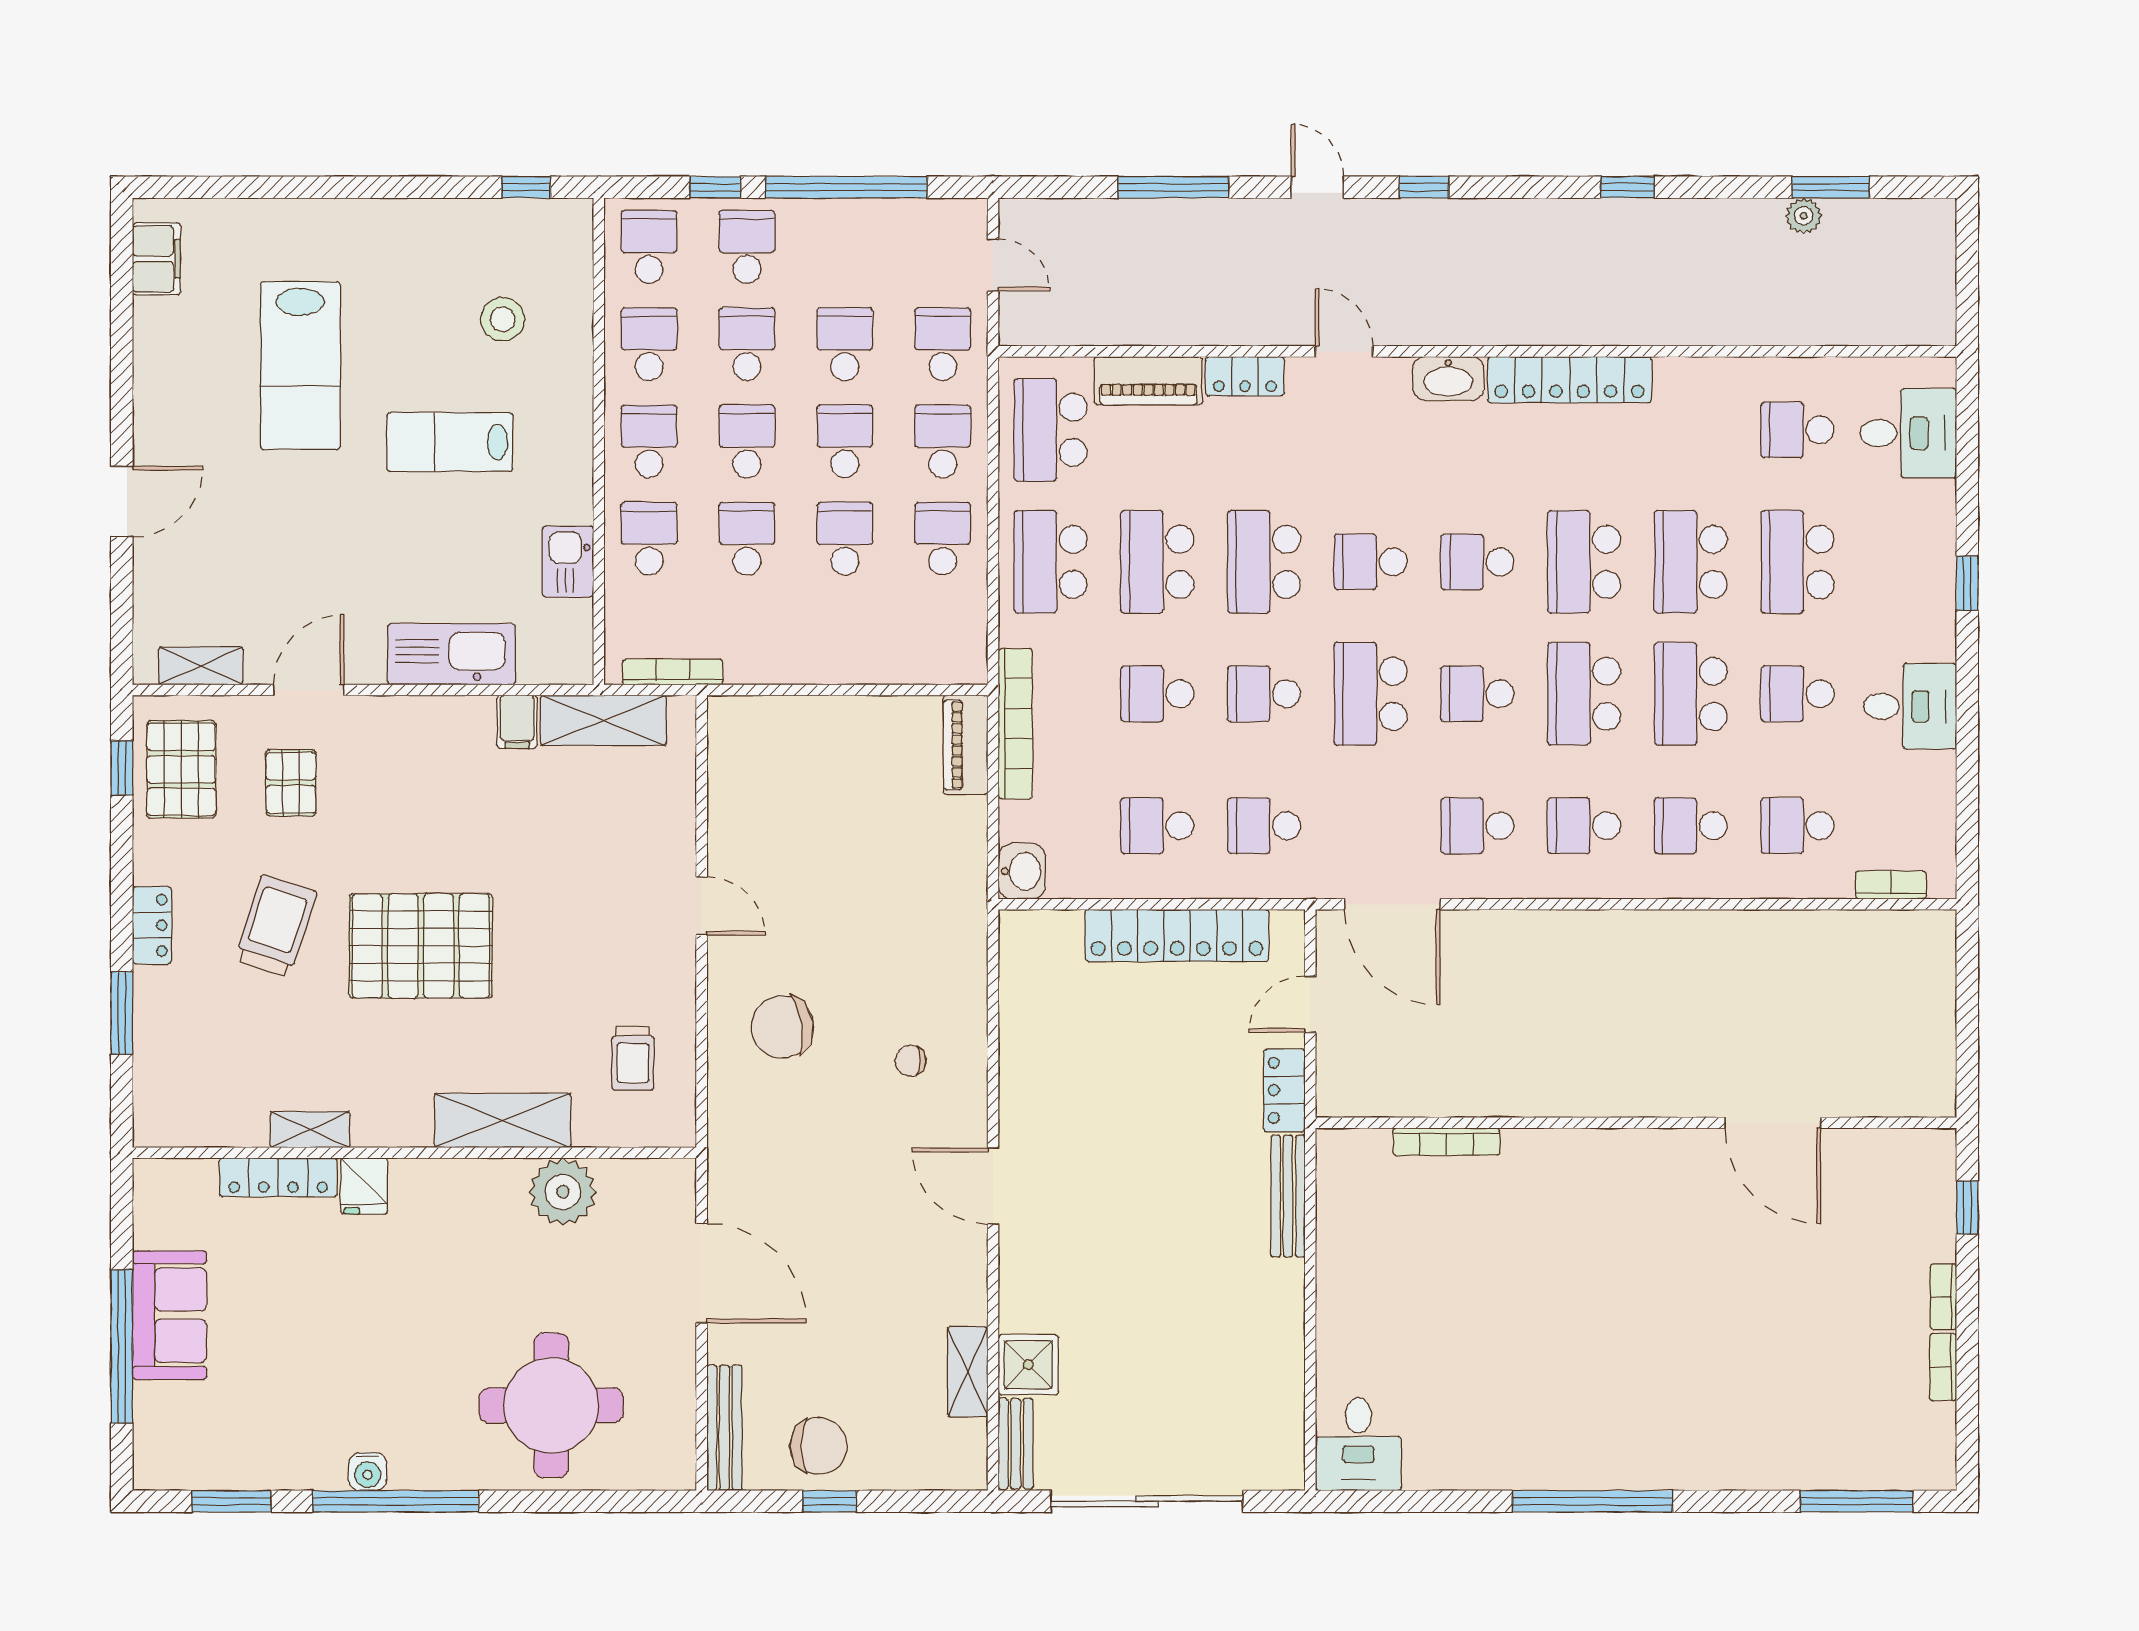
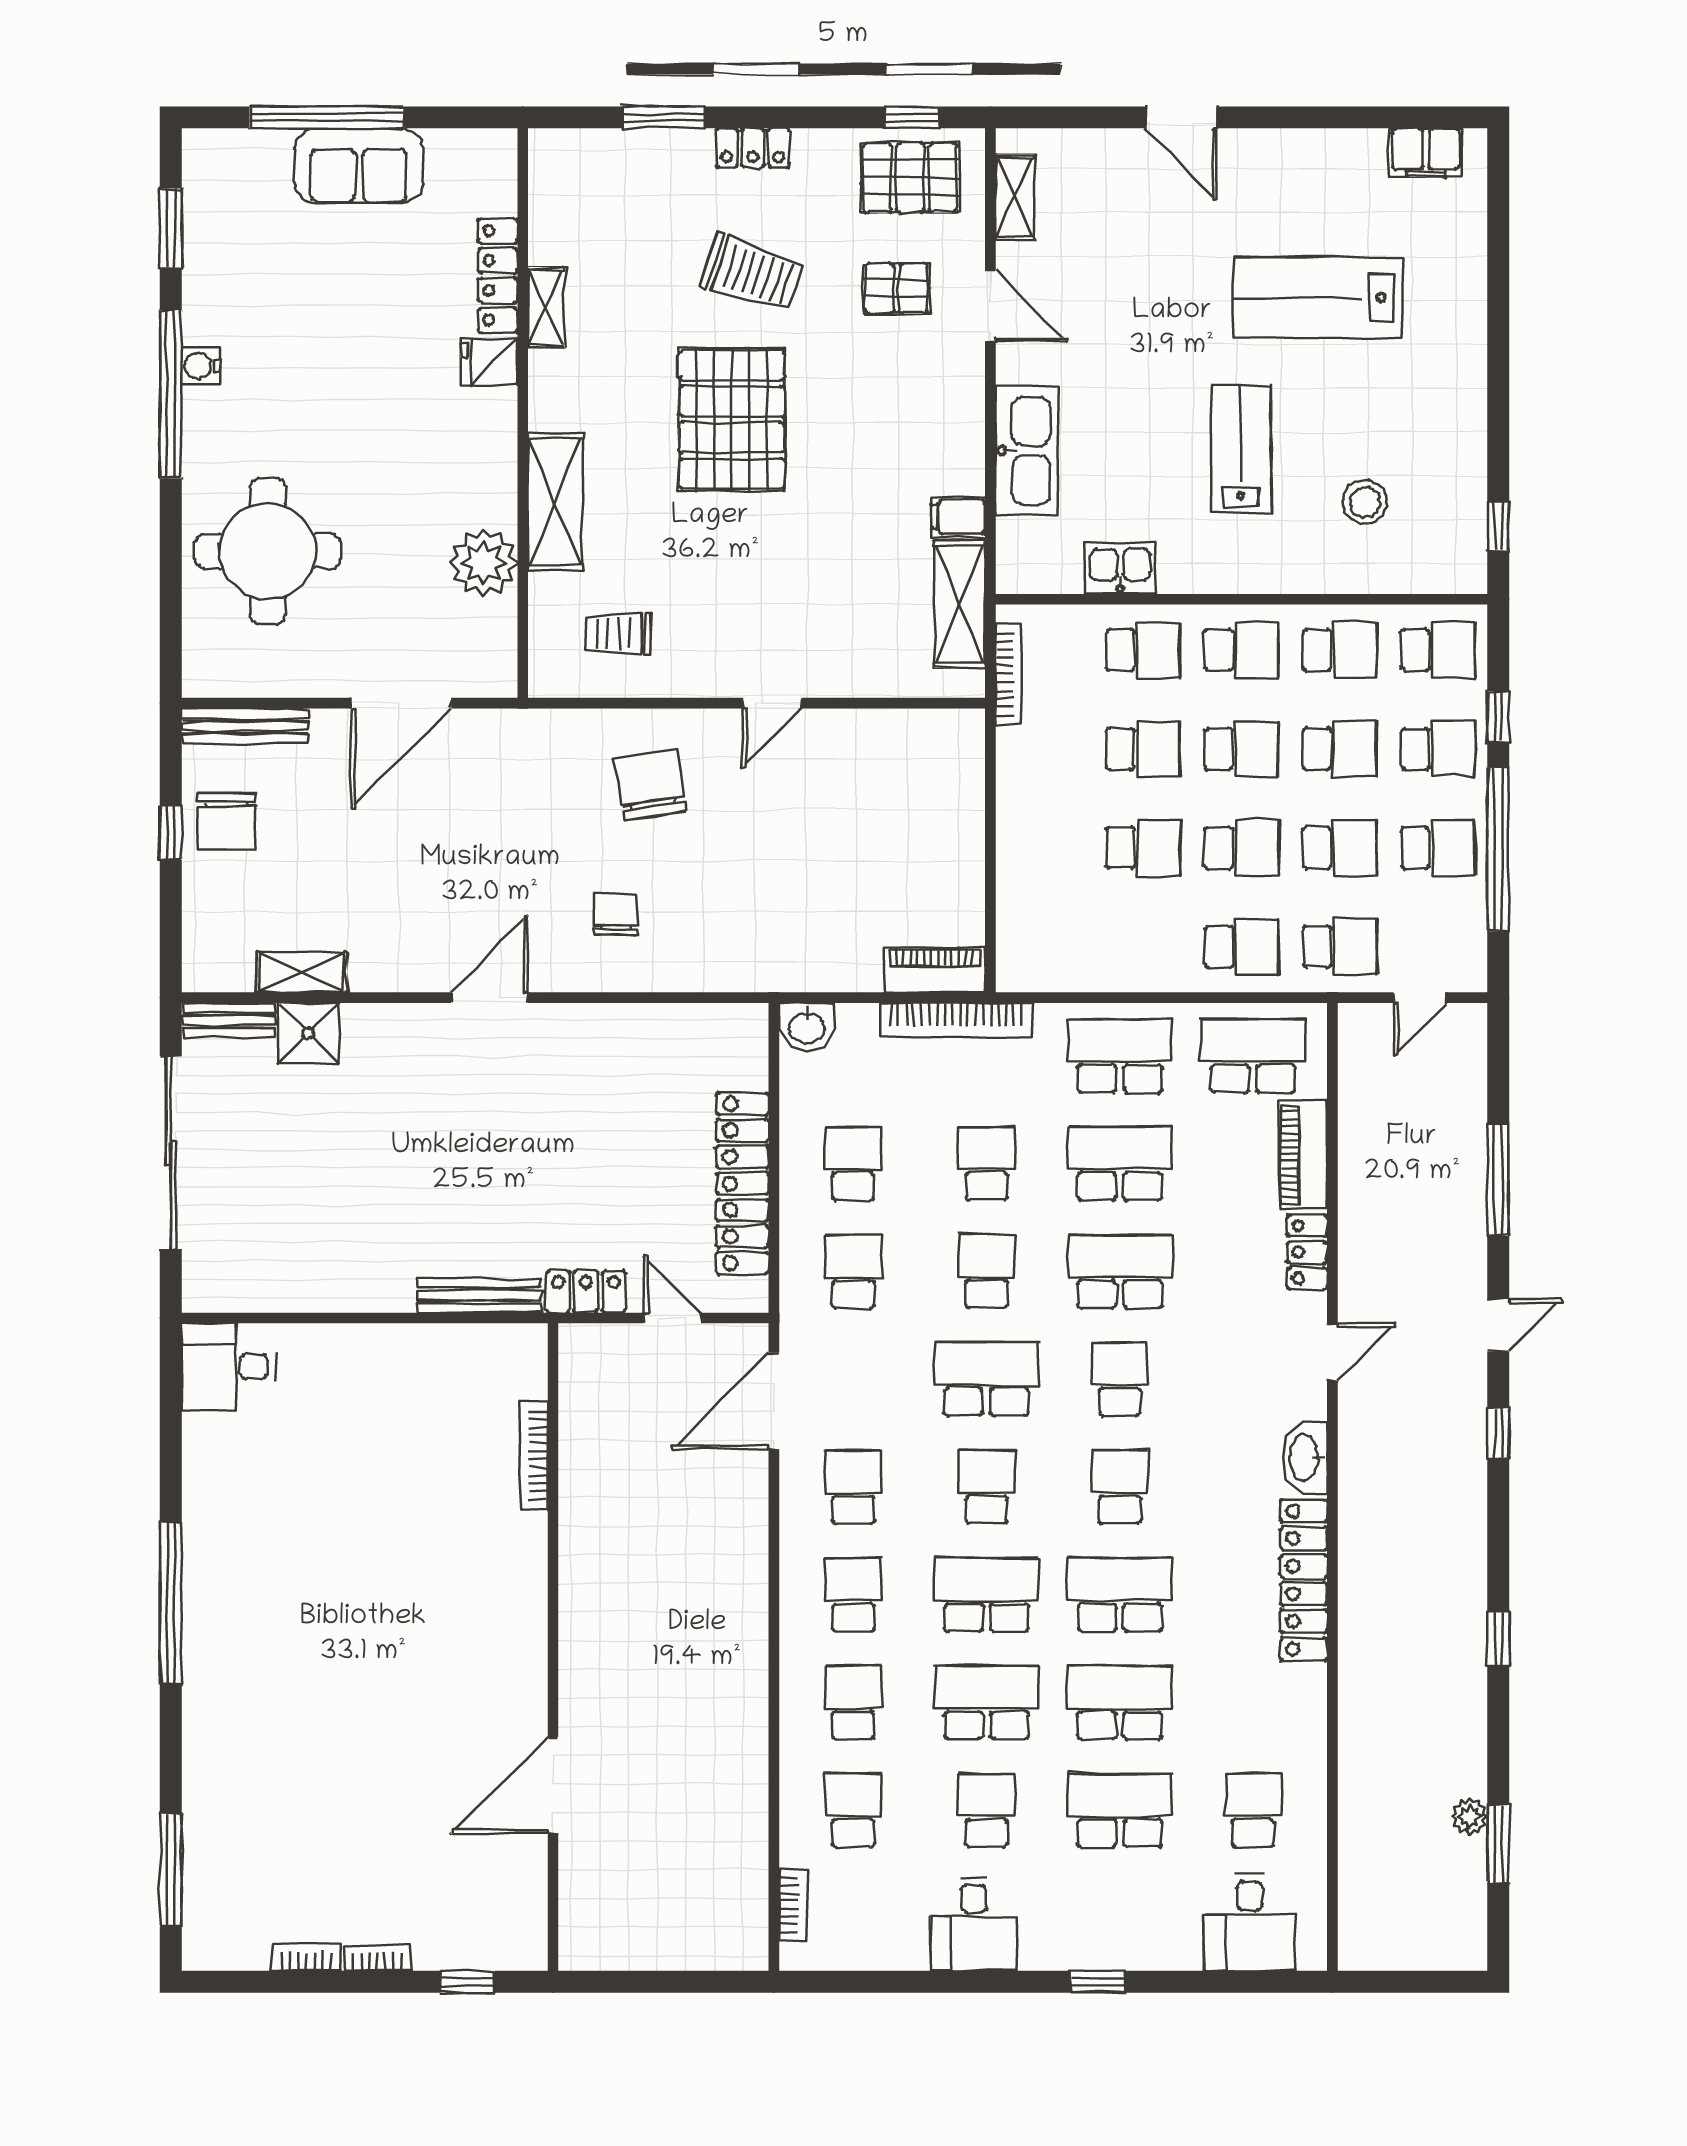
school desk: (943, 539) -> (1438, 848), moved
chair: (911, 1061) -> (616, 914), width x1.37, depth x1.37

